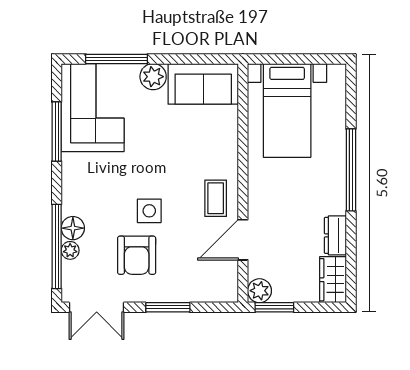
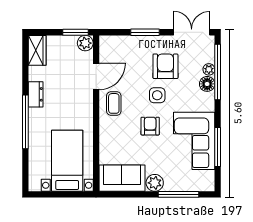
corner sofa: (93, 108) -> (194, 141), moved
armchair: (160, 164) -> (150, 126), added
dresser: (335, 235) -> (36, 94), moved

